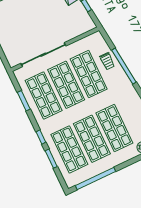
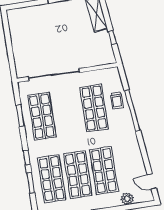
shop shelf: (66, 85) -> (68, 112), removed

